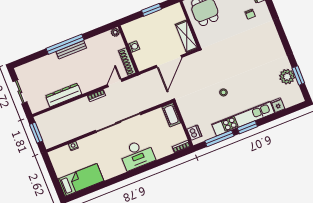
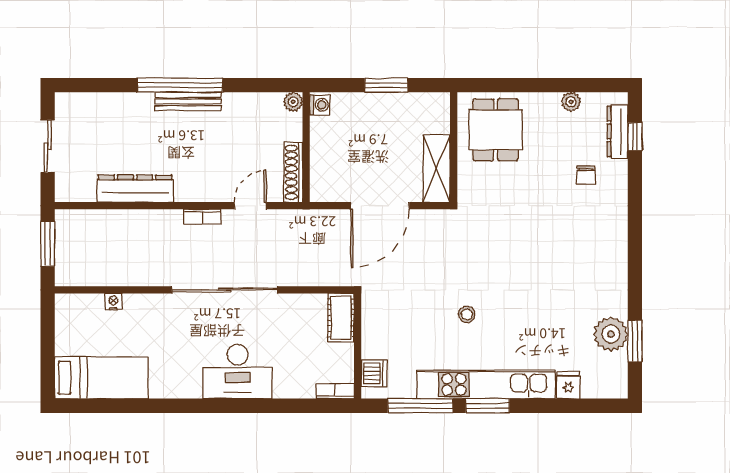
washing machine: (134, 47) -> (320, 105), moved

